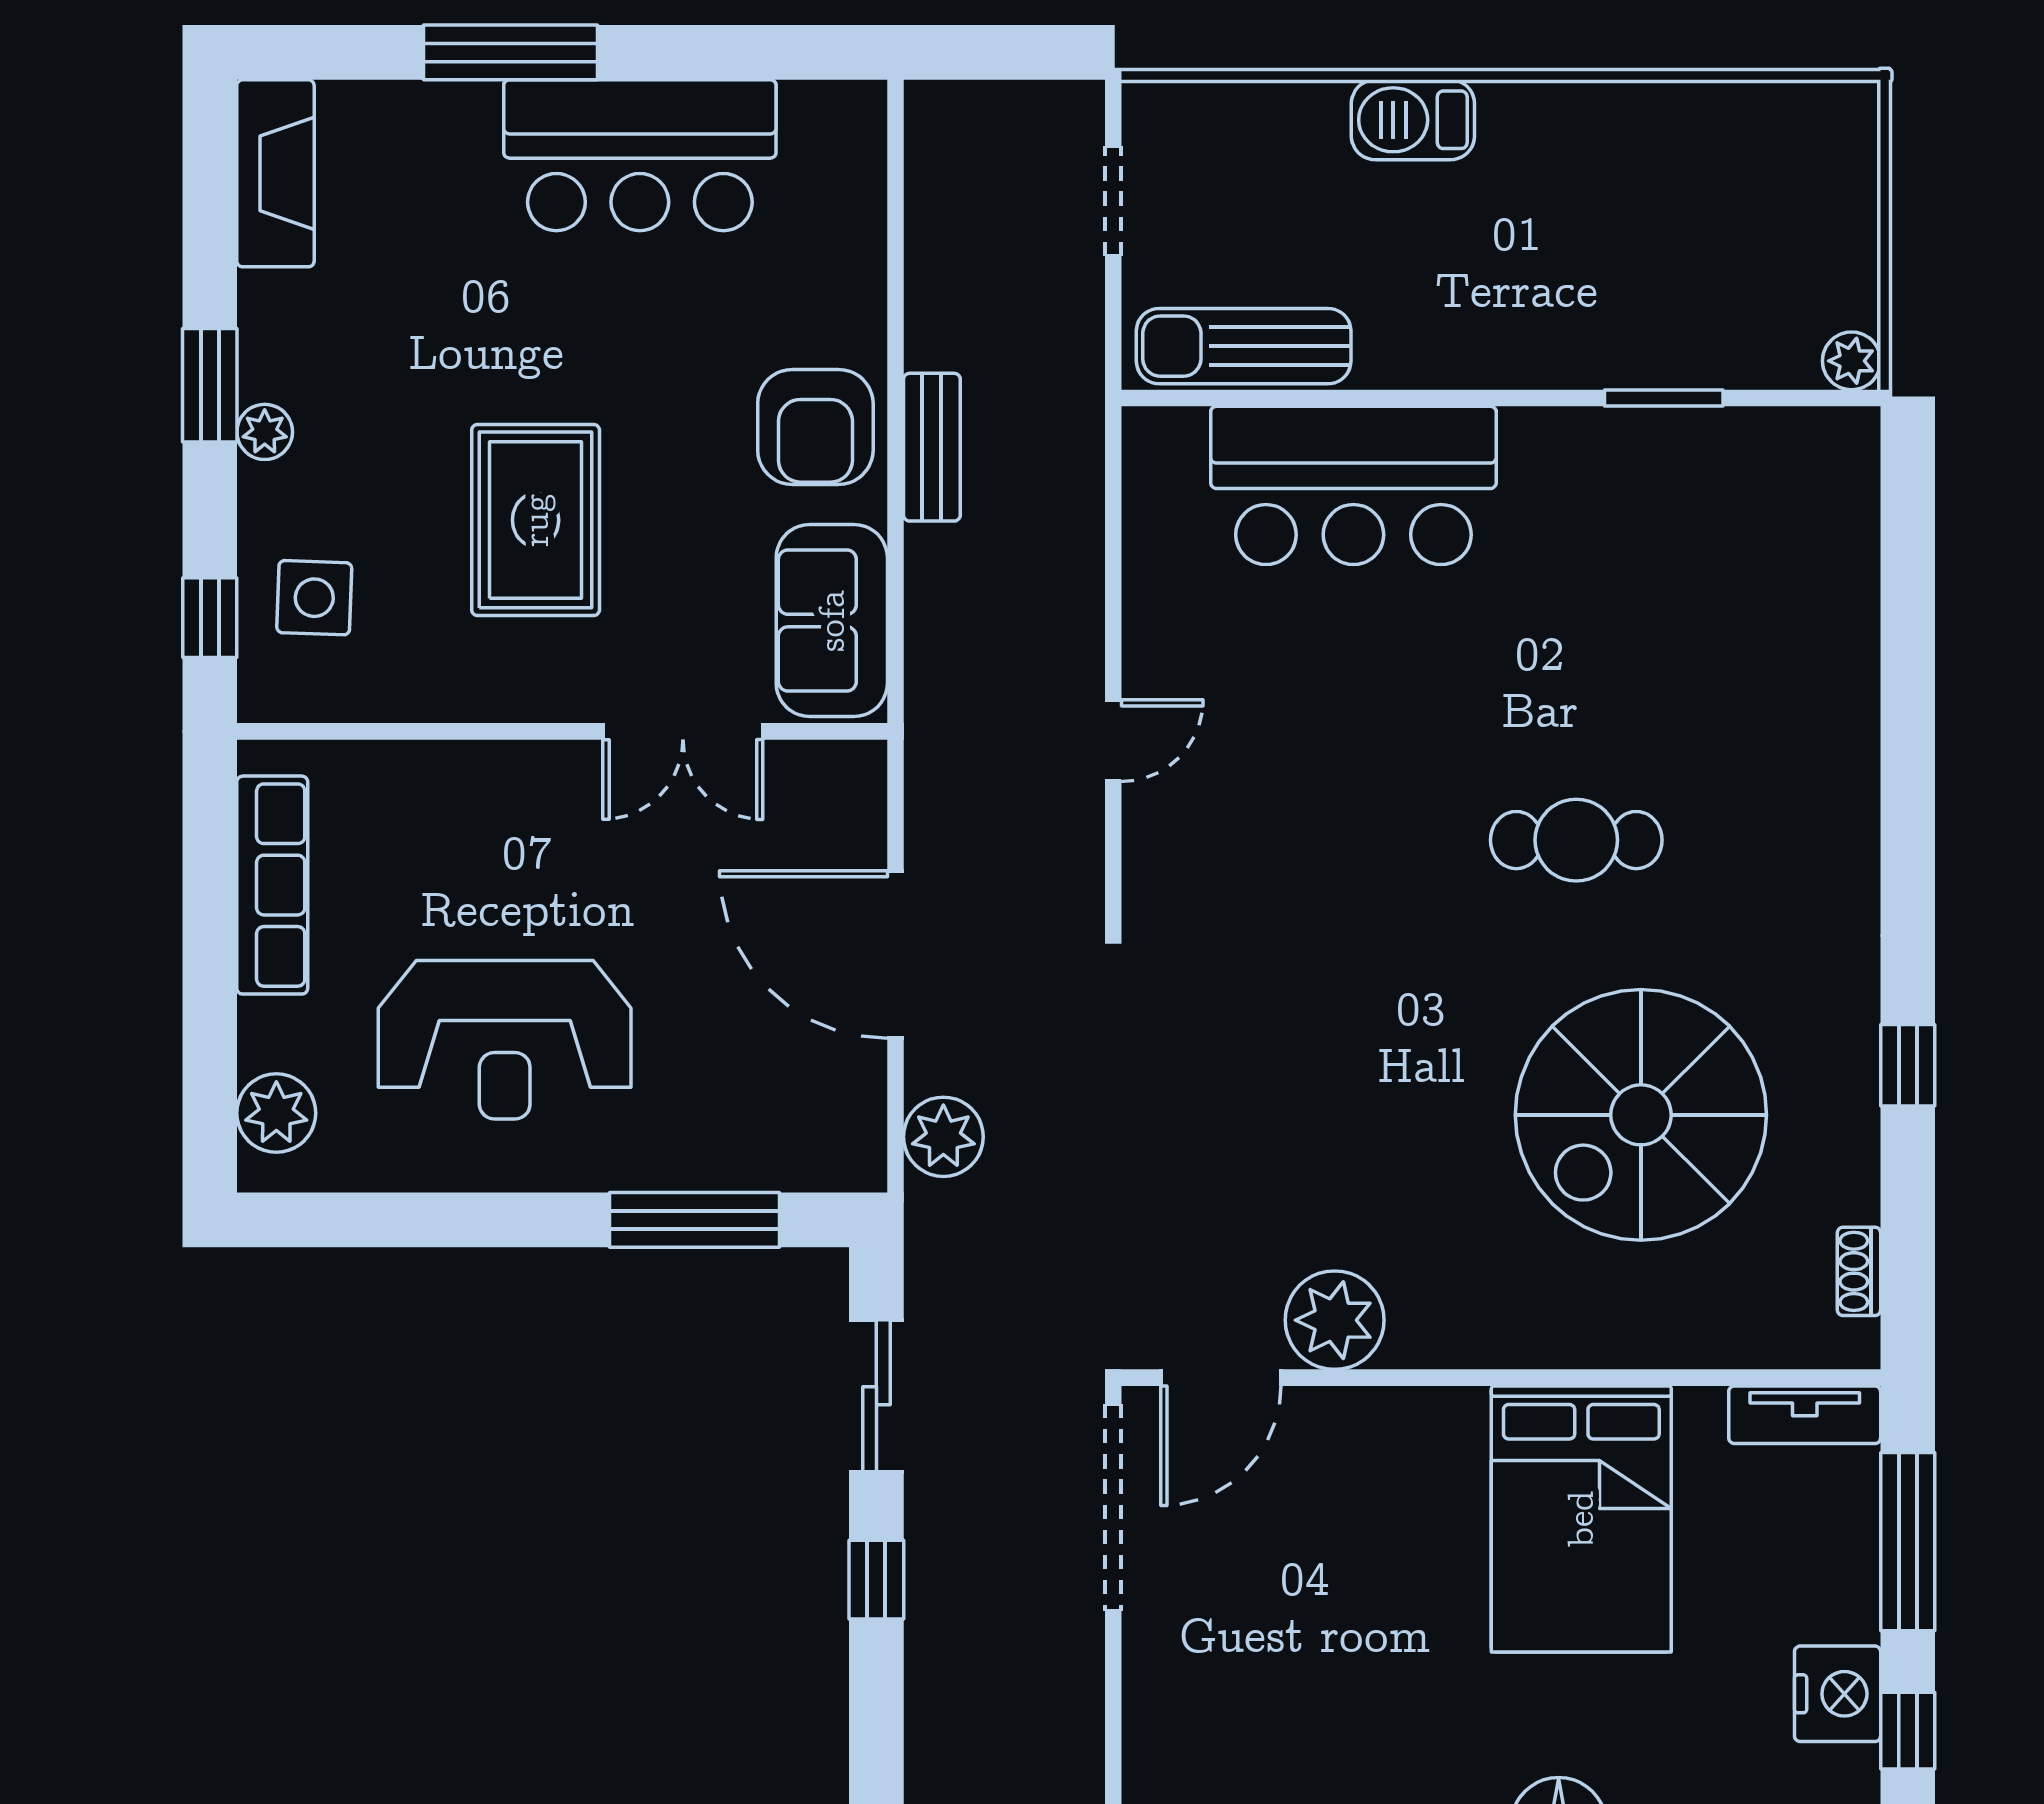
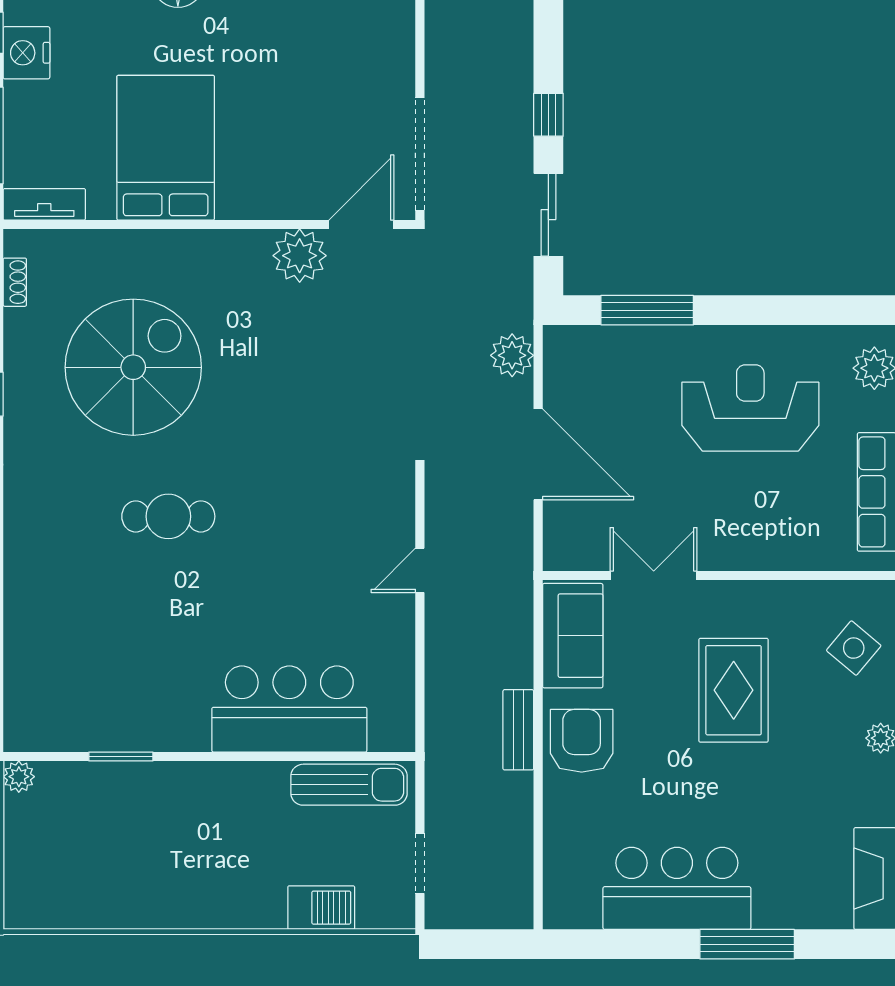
barbecue: (1413, 120) -> (321, 908), moved
side table: (314, 598) -> (854, 648), turned 38

